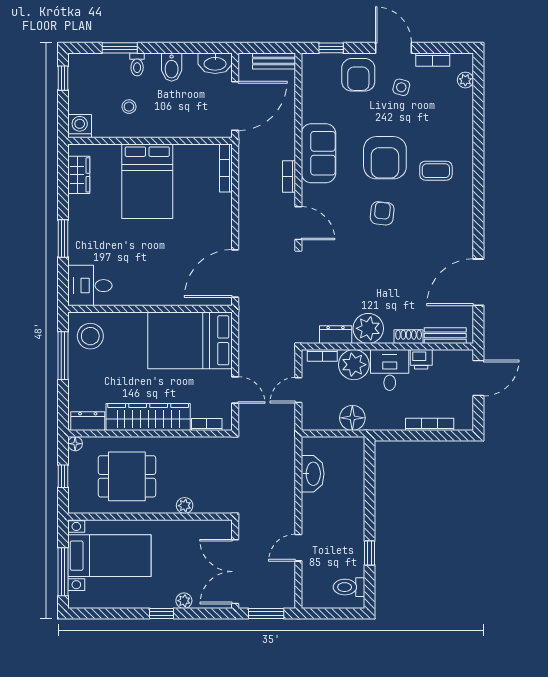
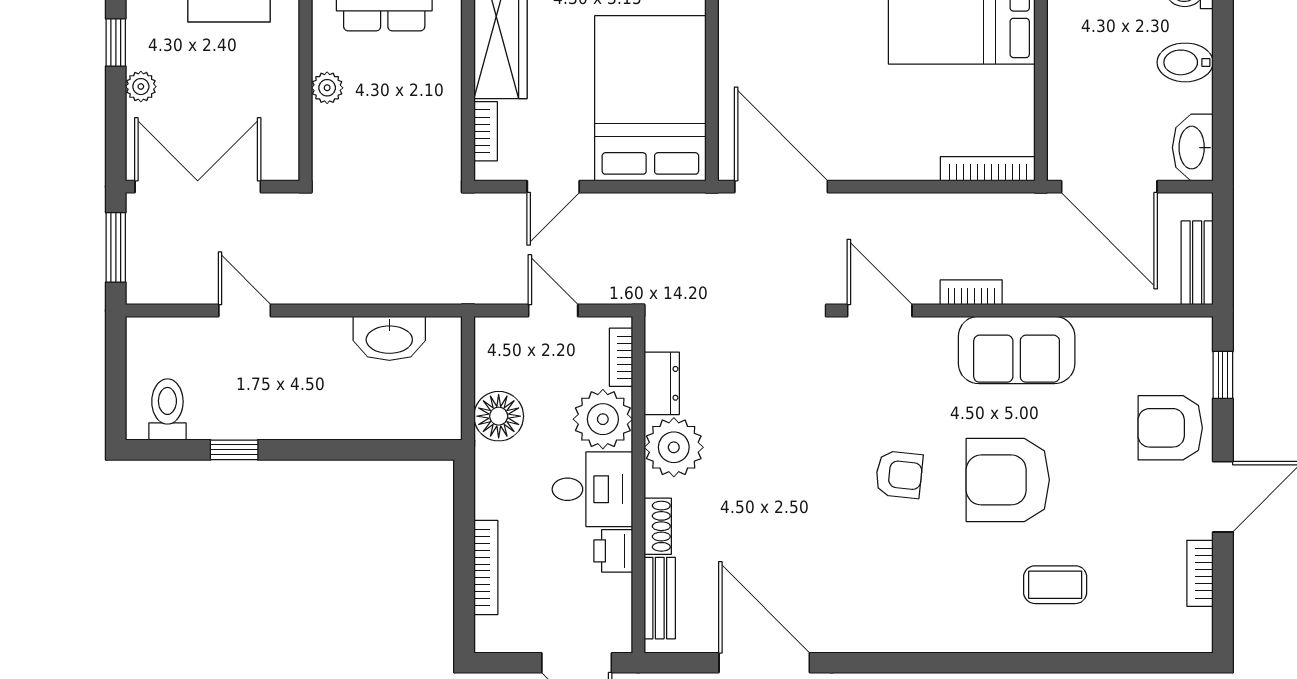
plant: (465, 80) -> (1160, 637), removed
side table: (401, 87) -> (1146, 512), removed
coffee table: (436, 171) -> (1055, 585), moved, turned 90
door: (298, 223) -> (880, 310), swing flipped

